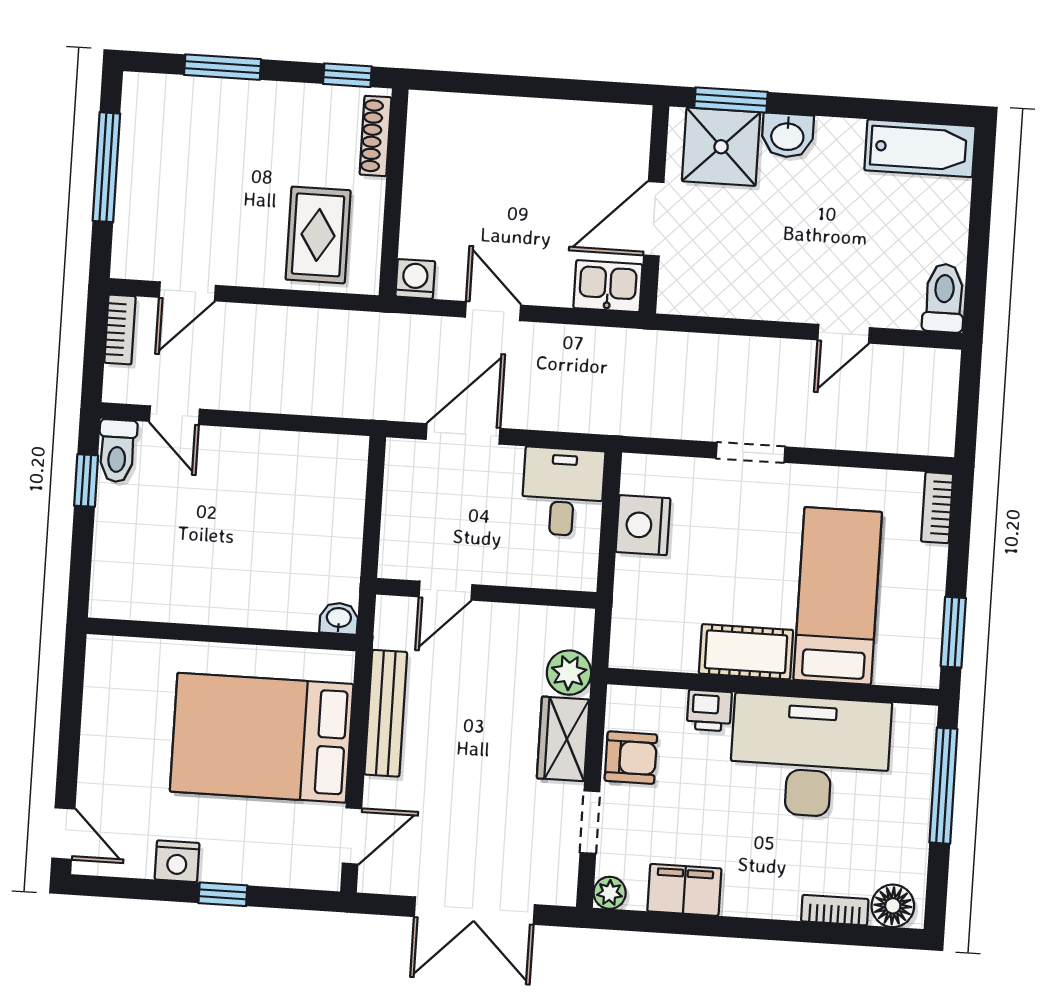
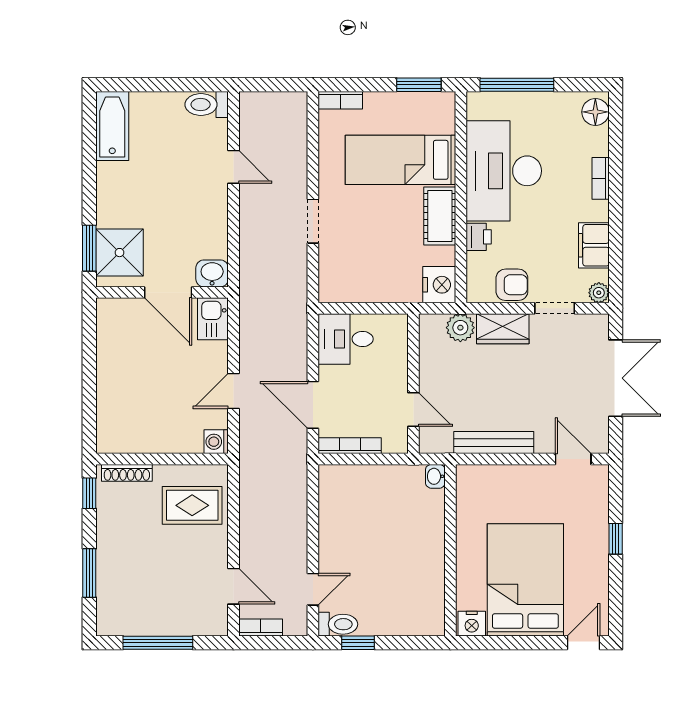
washbasin: (787, 135) -> (212, 273), moved, turned -90
bookcase: (396, 487) -> (350, 446), added
nightstand: (643, 525) -> (439, 285), moved, turned -90
bed: (262, 738) -> (525, 580), moved, turned 180
armchair: (631, 758) -> (512, 285), turned 90
nightstand: (177, 861) -> (472, 624), moved, turned 90
bookcase: (835, 910) -> (601, 178), moved

